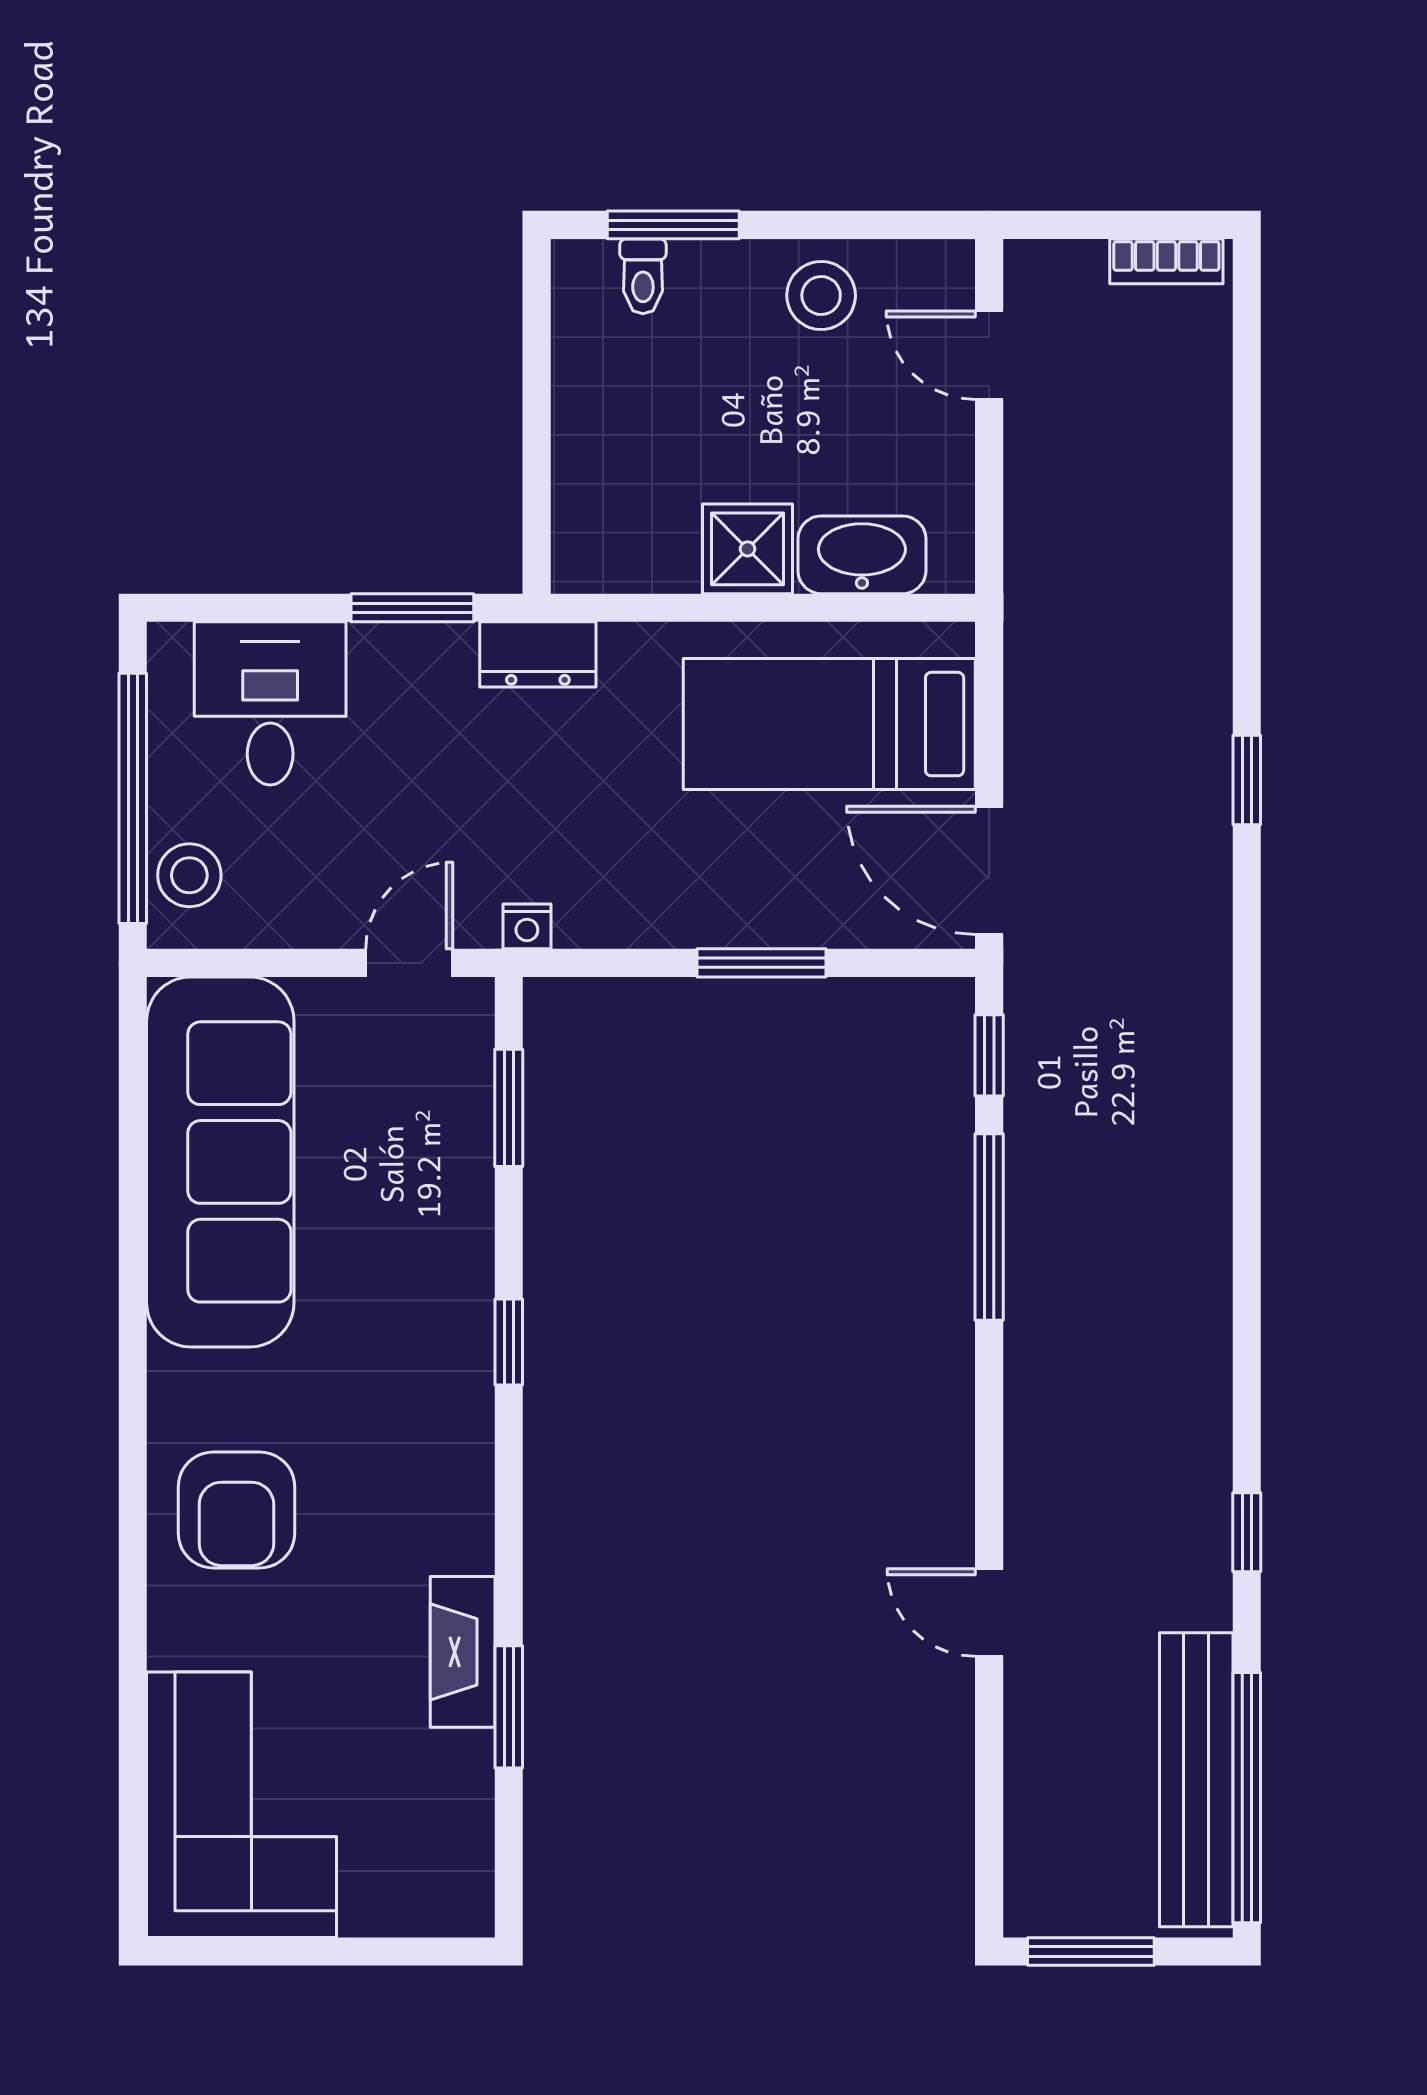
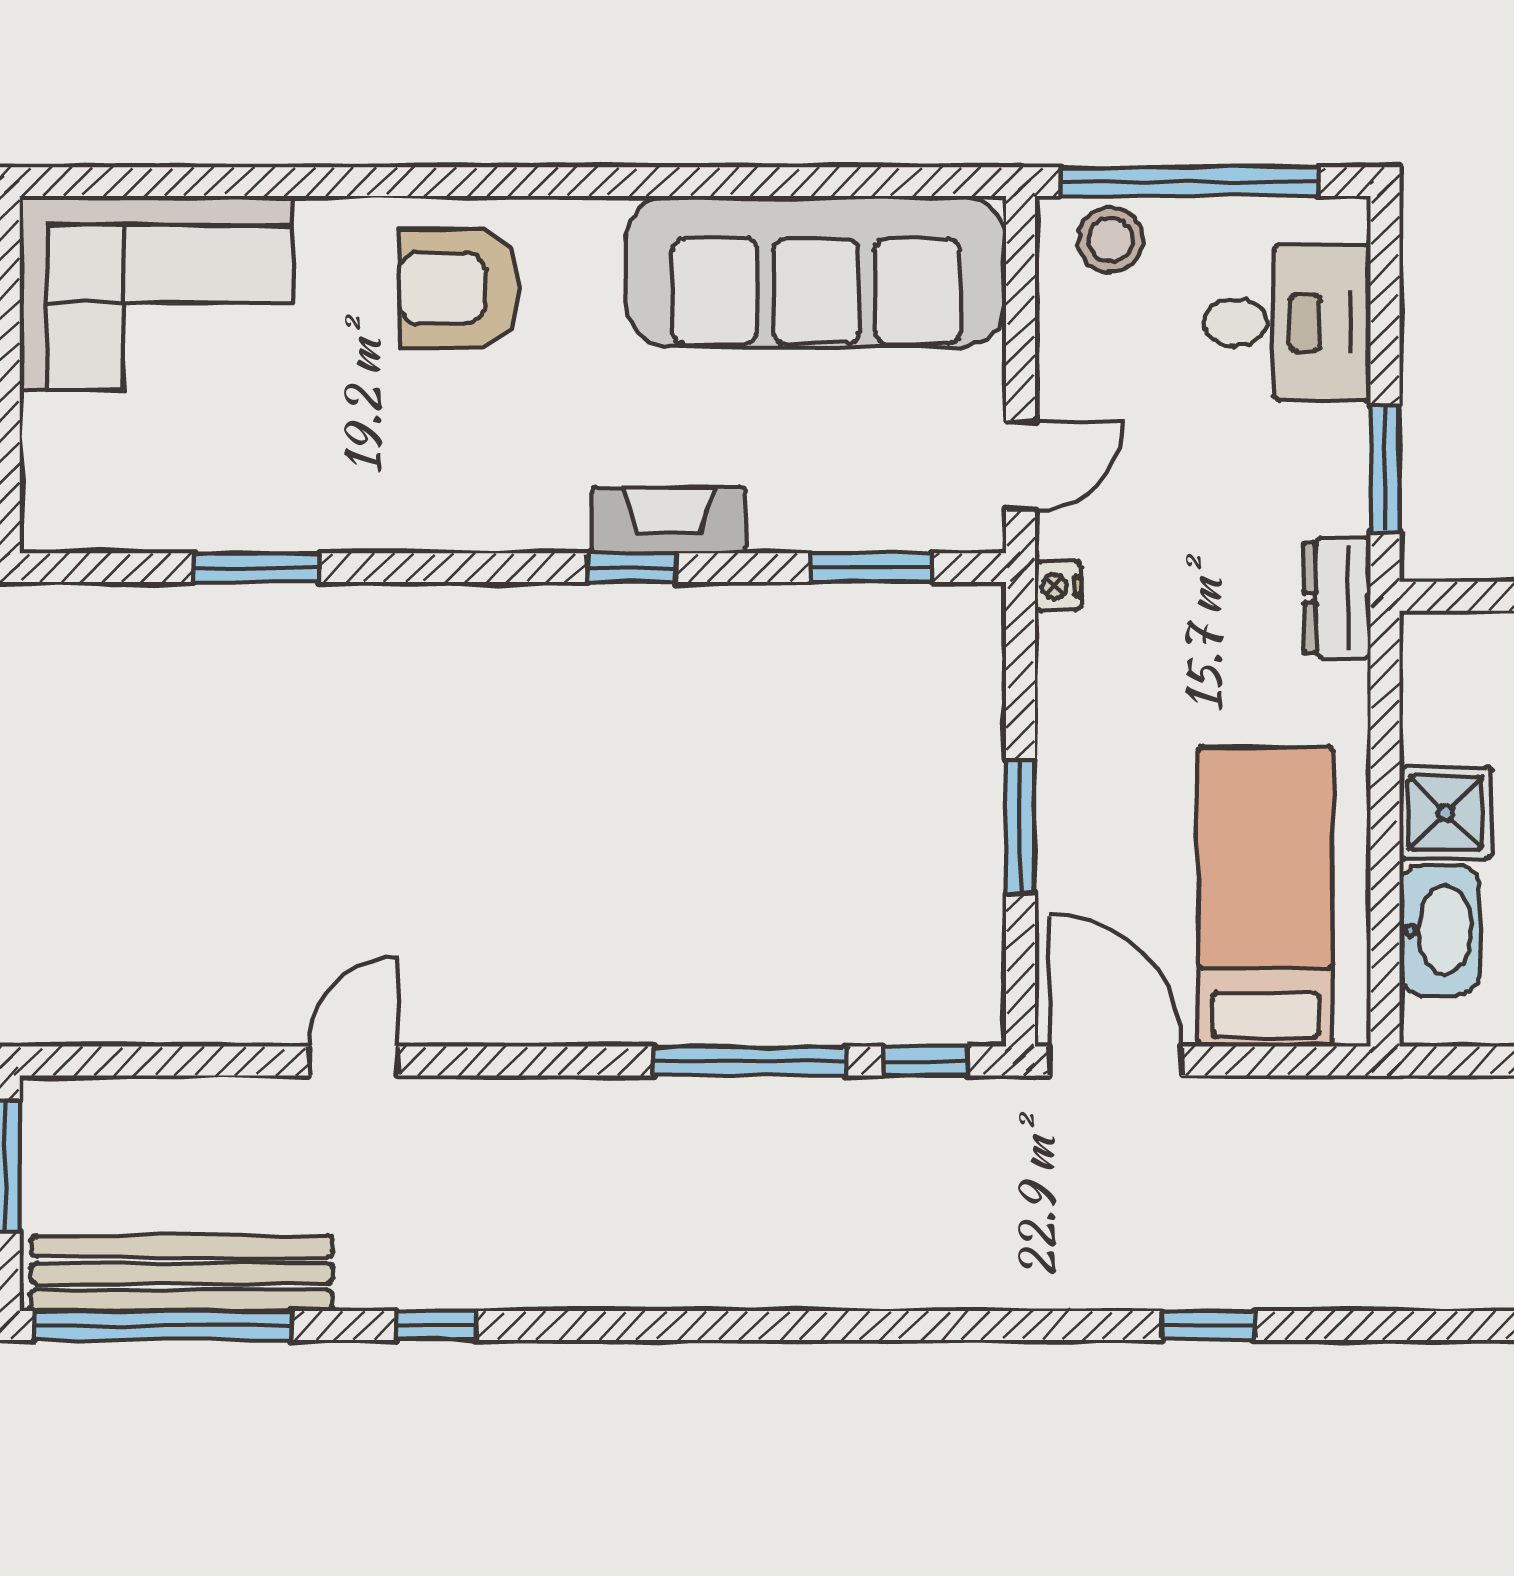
door: (989, 870) -> (1115, 1061), hinge flipped
door: (409, 963) -> (1020, 466), hinge flipped
fireplace: (463, 1652) -> (669, 520), moved

